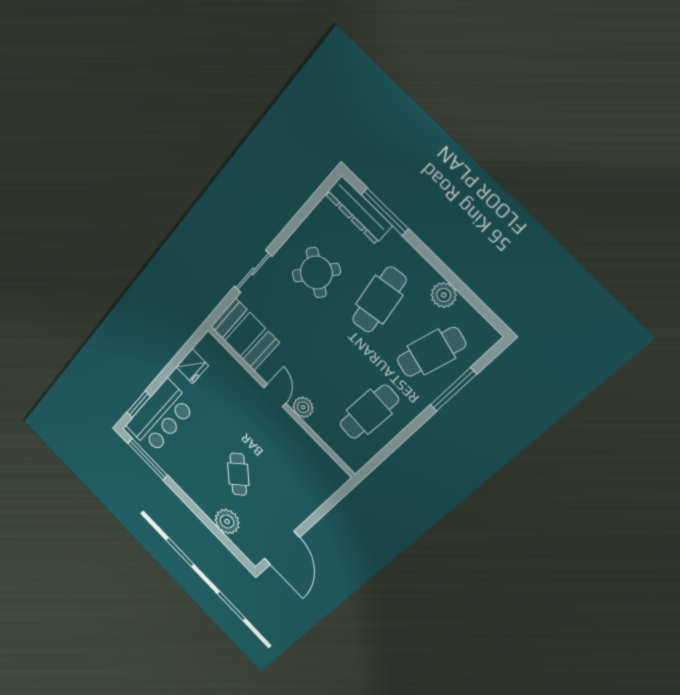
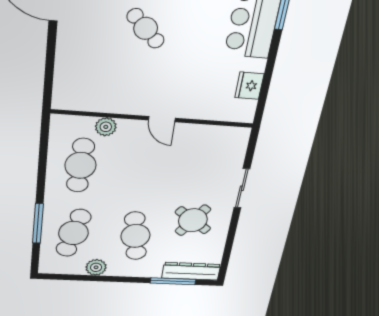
booth: (245, 335) -> (219, 143), removed
plant: (303, 407) -> (106, 127), moved

